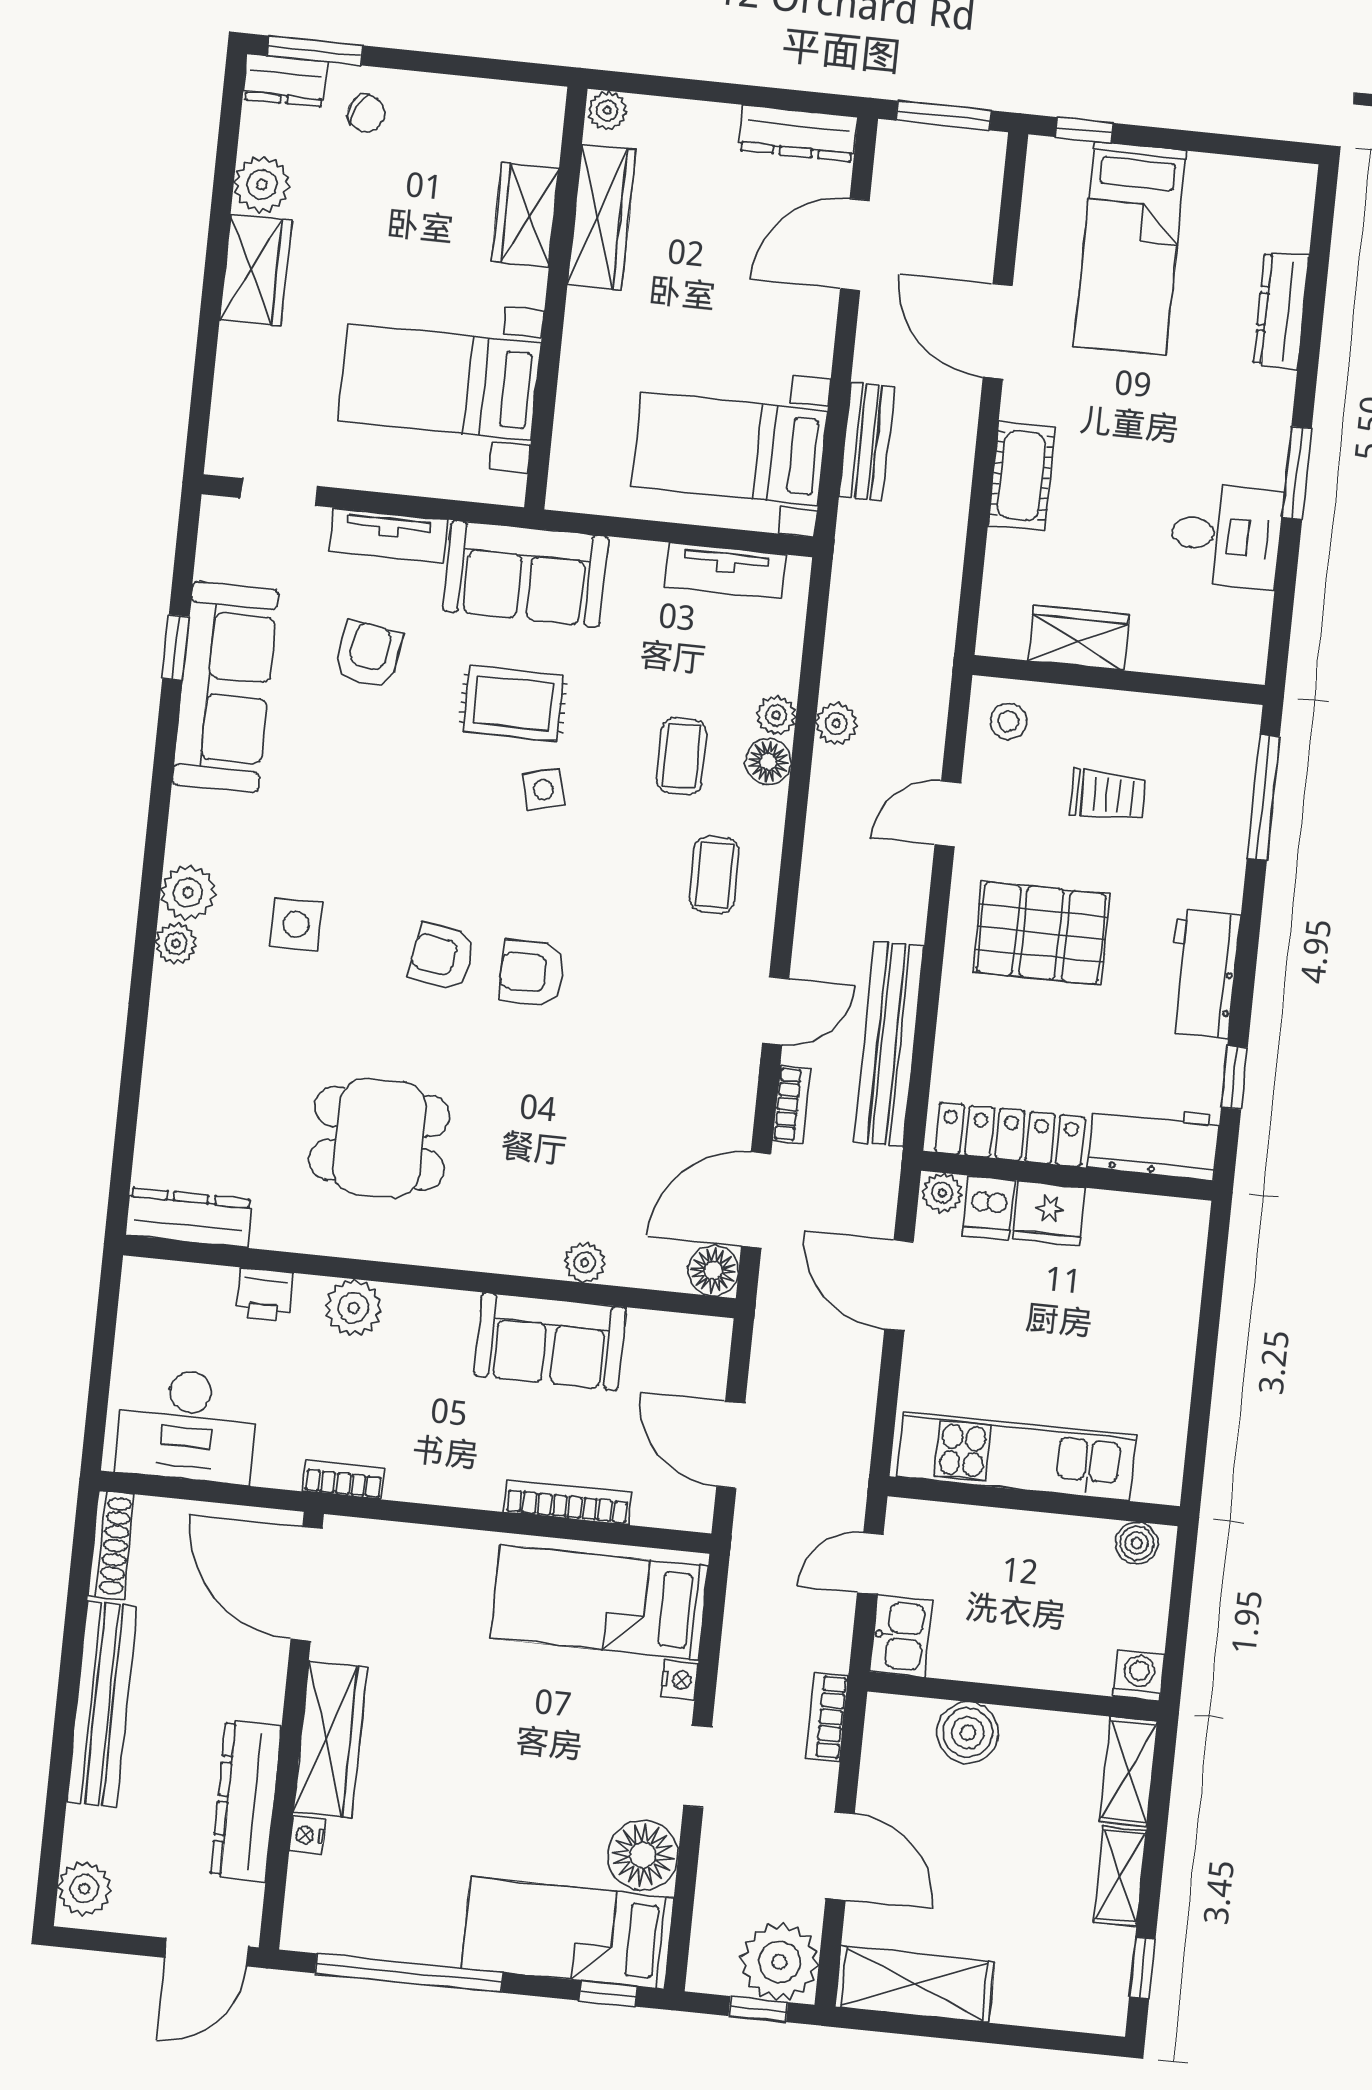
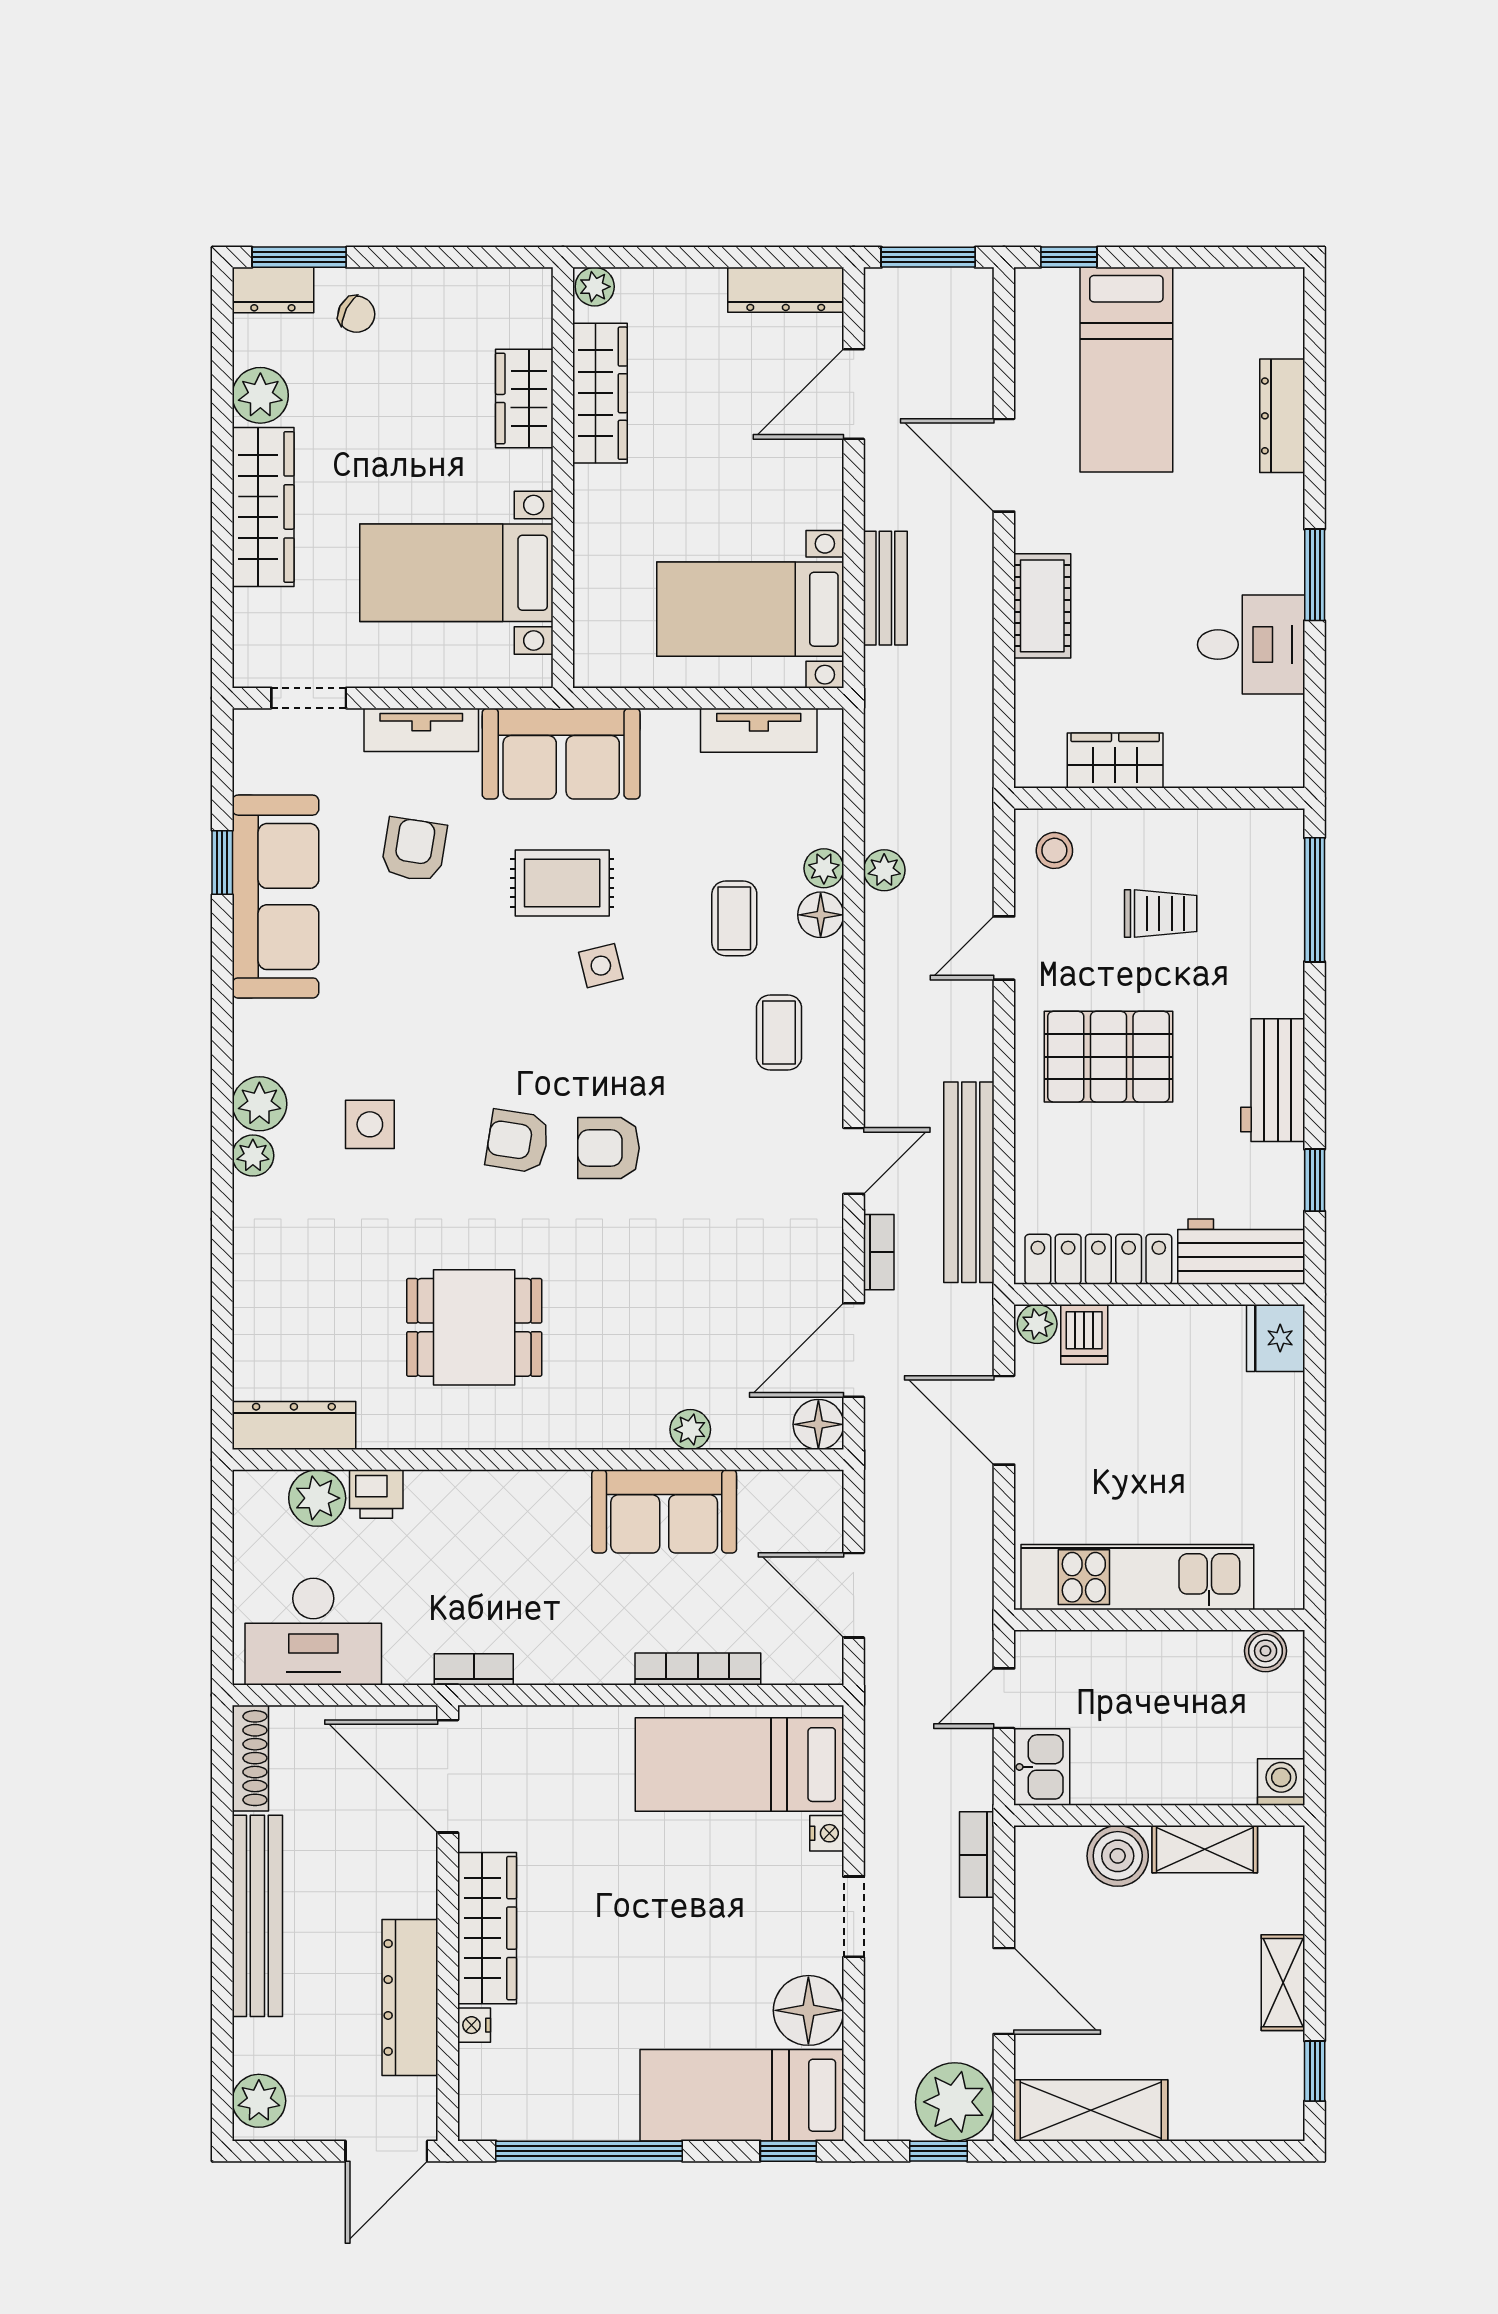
wardrobe: (256, 270) -> (263, 507), width x1.50
fridge: (1049, 1213) -> (1276, 1338), moved, turned 90
plant: (353, 1308) -> (317, 1498), moved
shelving: (1129, 1772) -> (1205, 1849), moved, turned 90

